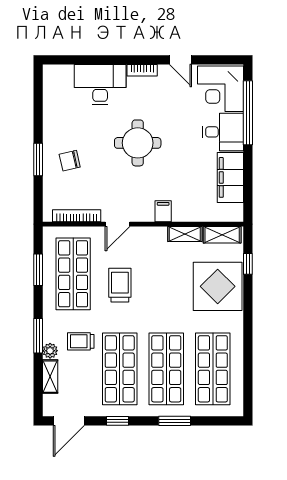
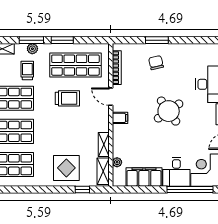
round table: (138, 143) -> (169, 111), turned -35
filing cabinet: (163, 211) -> (120, 118), moved
plant: (210, 215) -> (117, 162), added
window: (38, 270) -> (62, 40), moved
display table: (218, 286) -> (66, 168), width x0.73, depth x0.73
plant: (50, 351) -> (32, 49), moved

